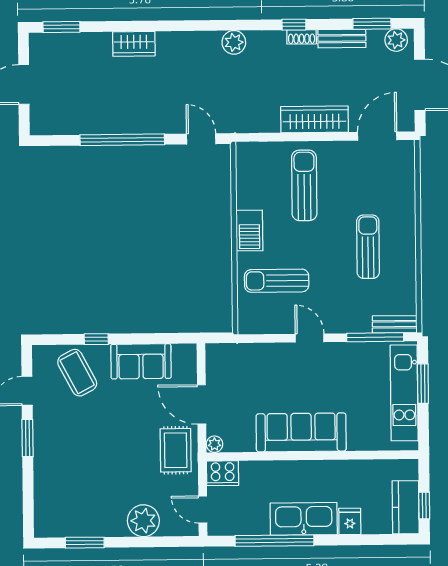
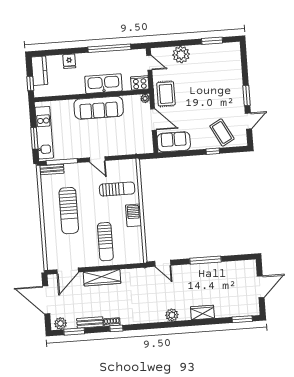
plant: (234, 42) -> (172, 315), moved
window: (122, 140) -> (205, 260), width x0.68
sun lounger: (368, 247) -> (69, 211), width x1.36, depth x1.34
sofa: (141, 361) -> (174, 142), moved
window: (424, 506) -> (30, 84), moved
kitchen sink: (304, 519) -> (103, 84), moved, turned 180

